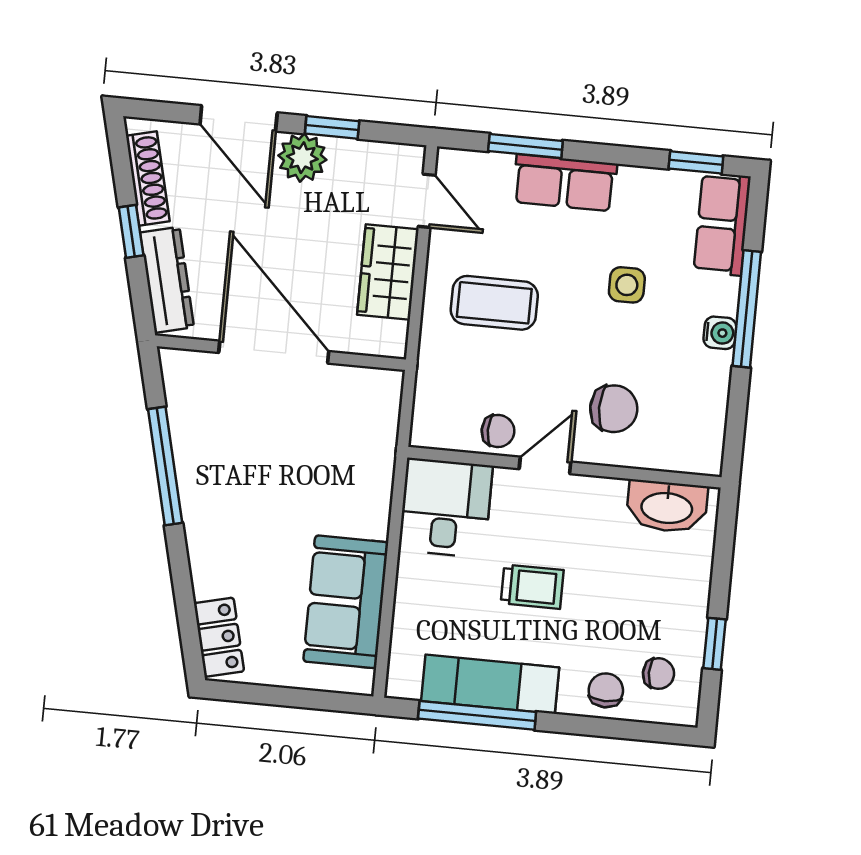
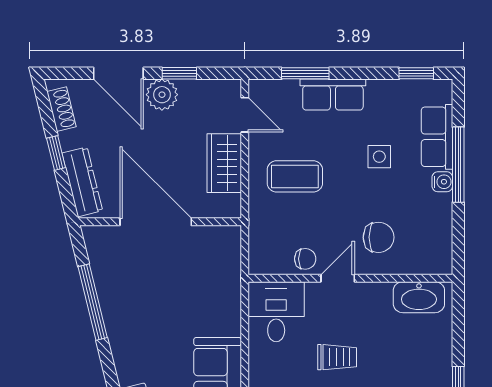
shoe rack: (148, 178) -> (61, 109), width x0.70
row of seats: (722, 224) -> (437, 137), moved

